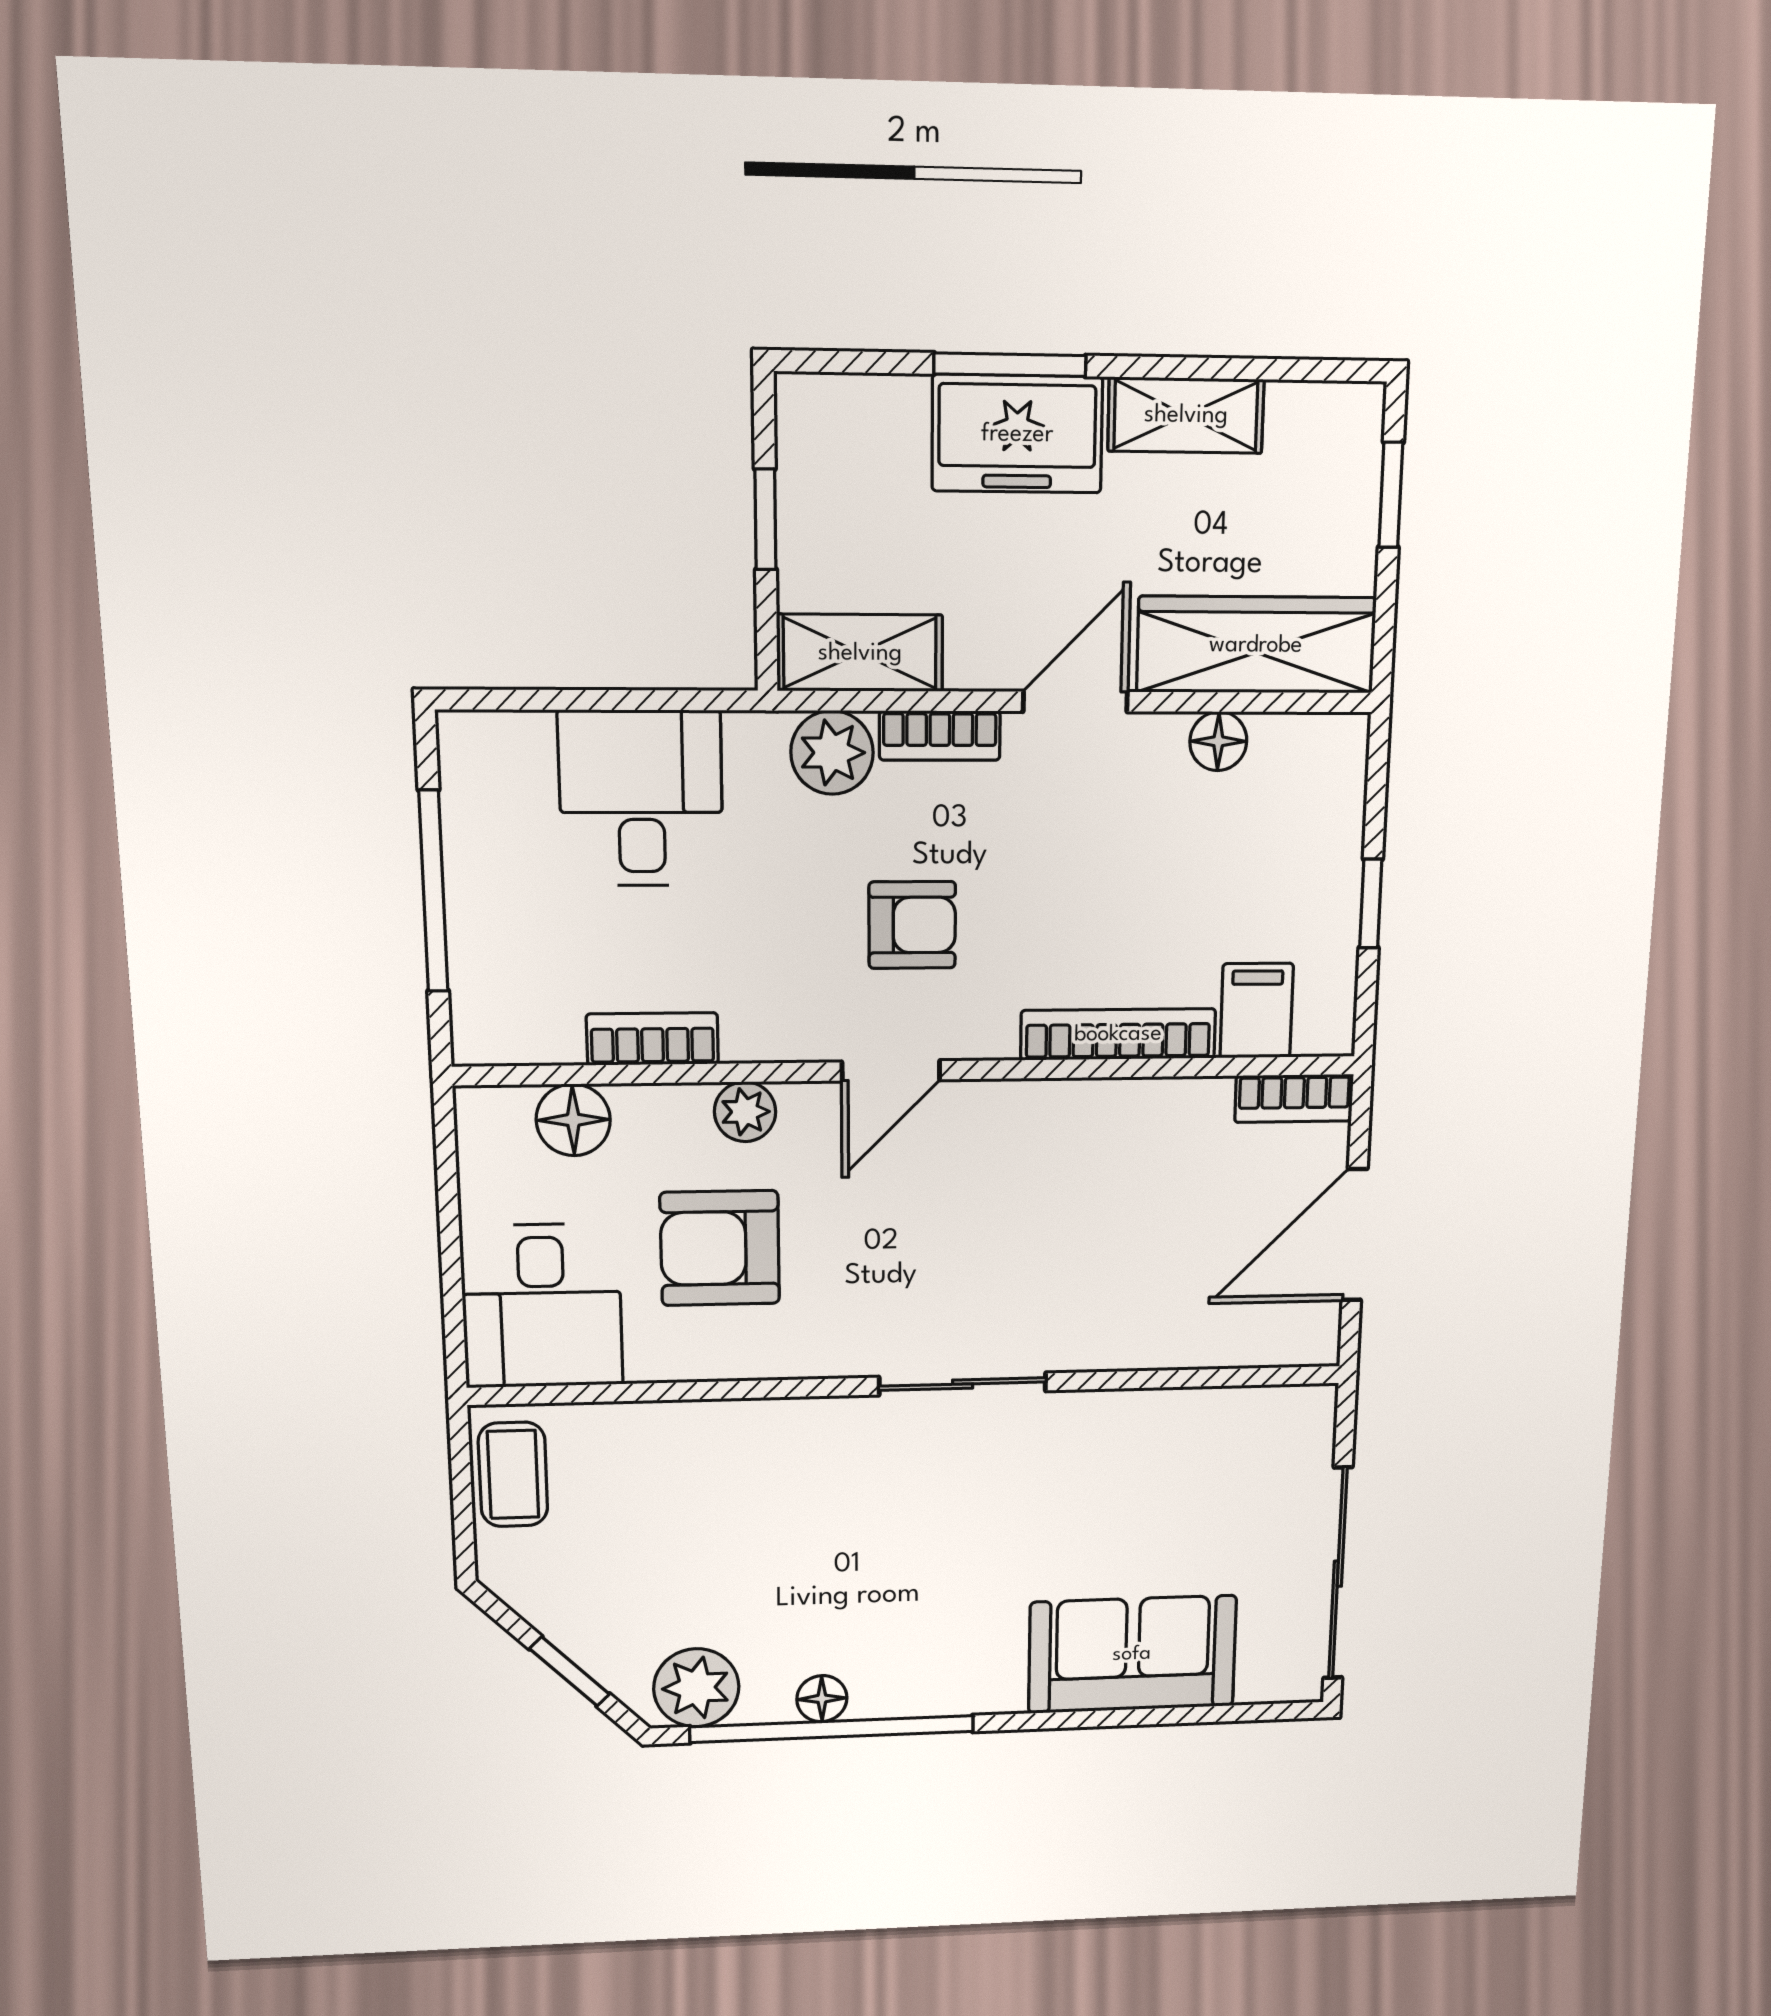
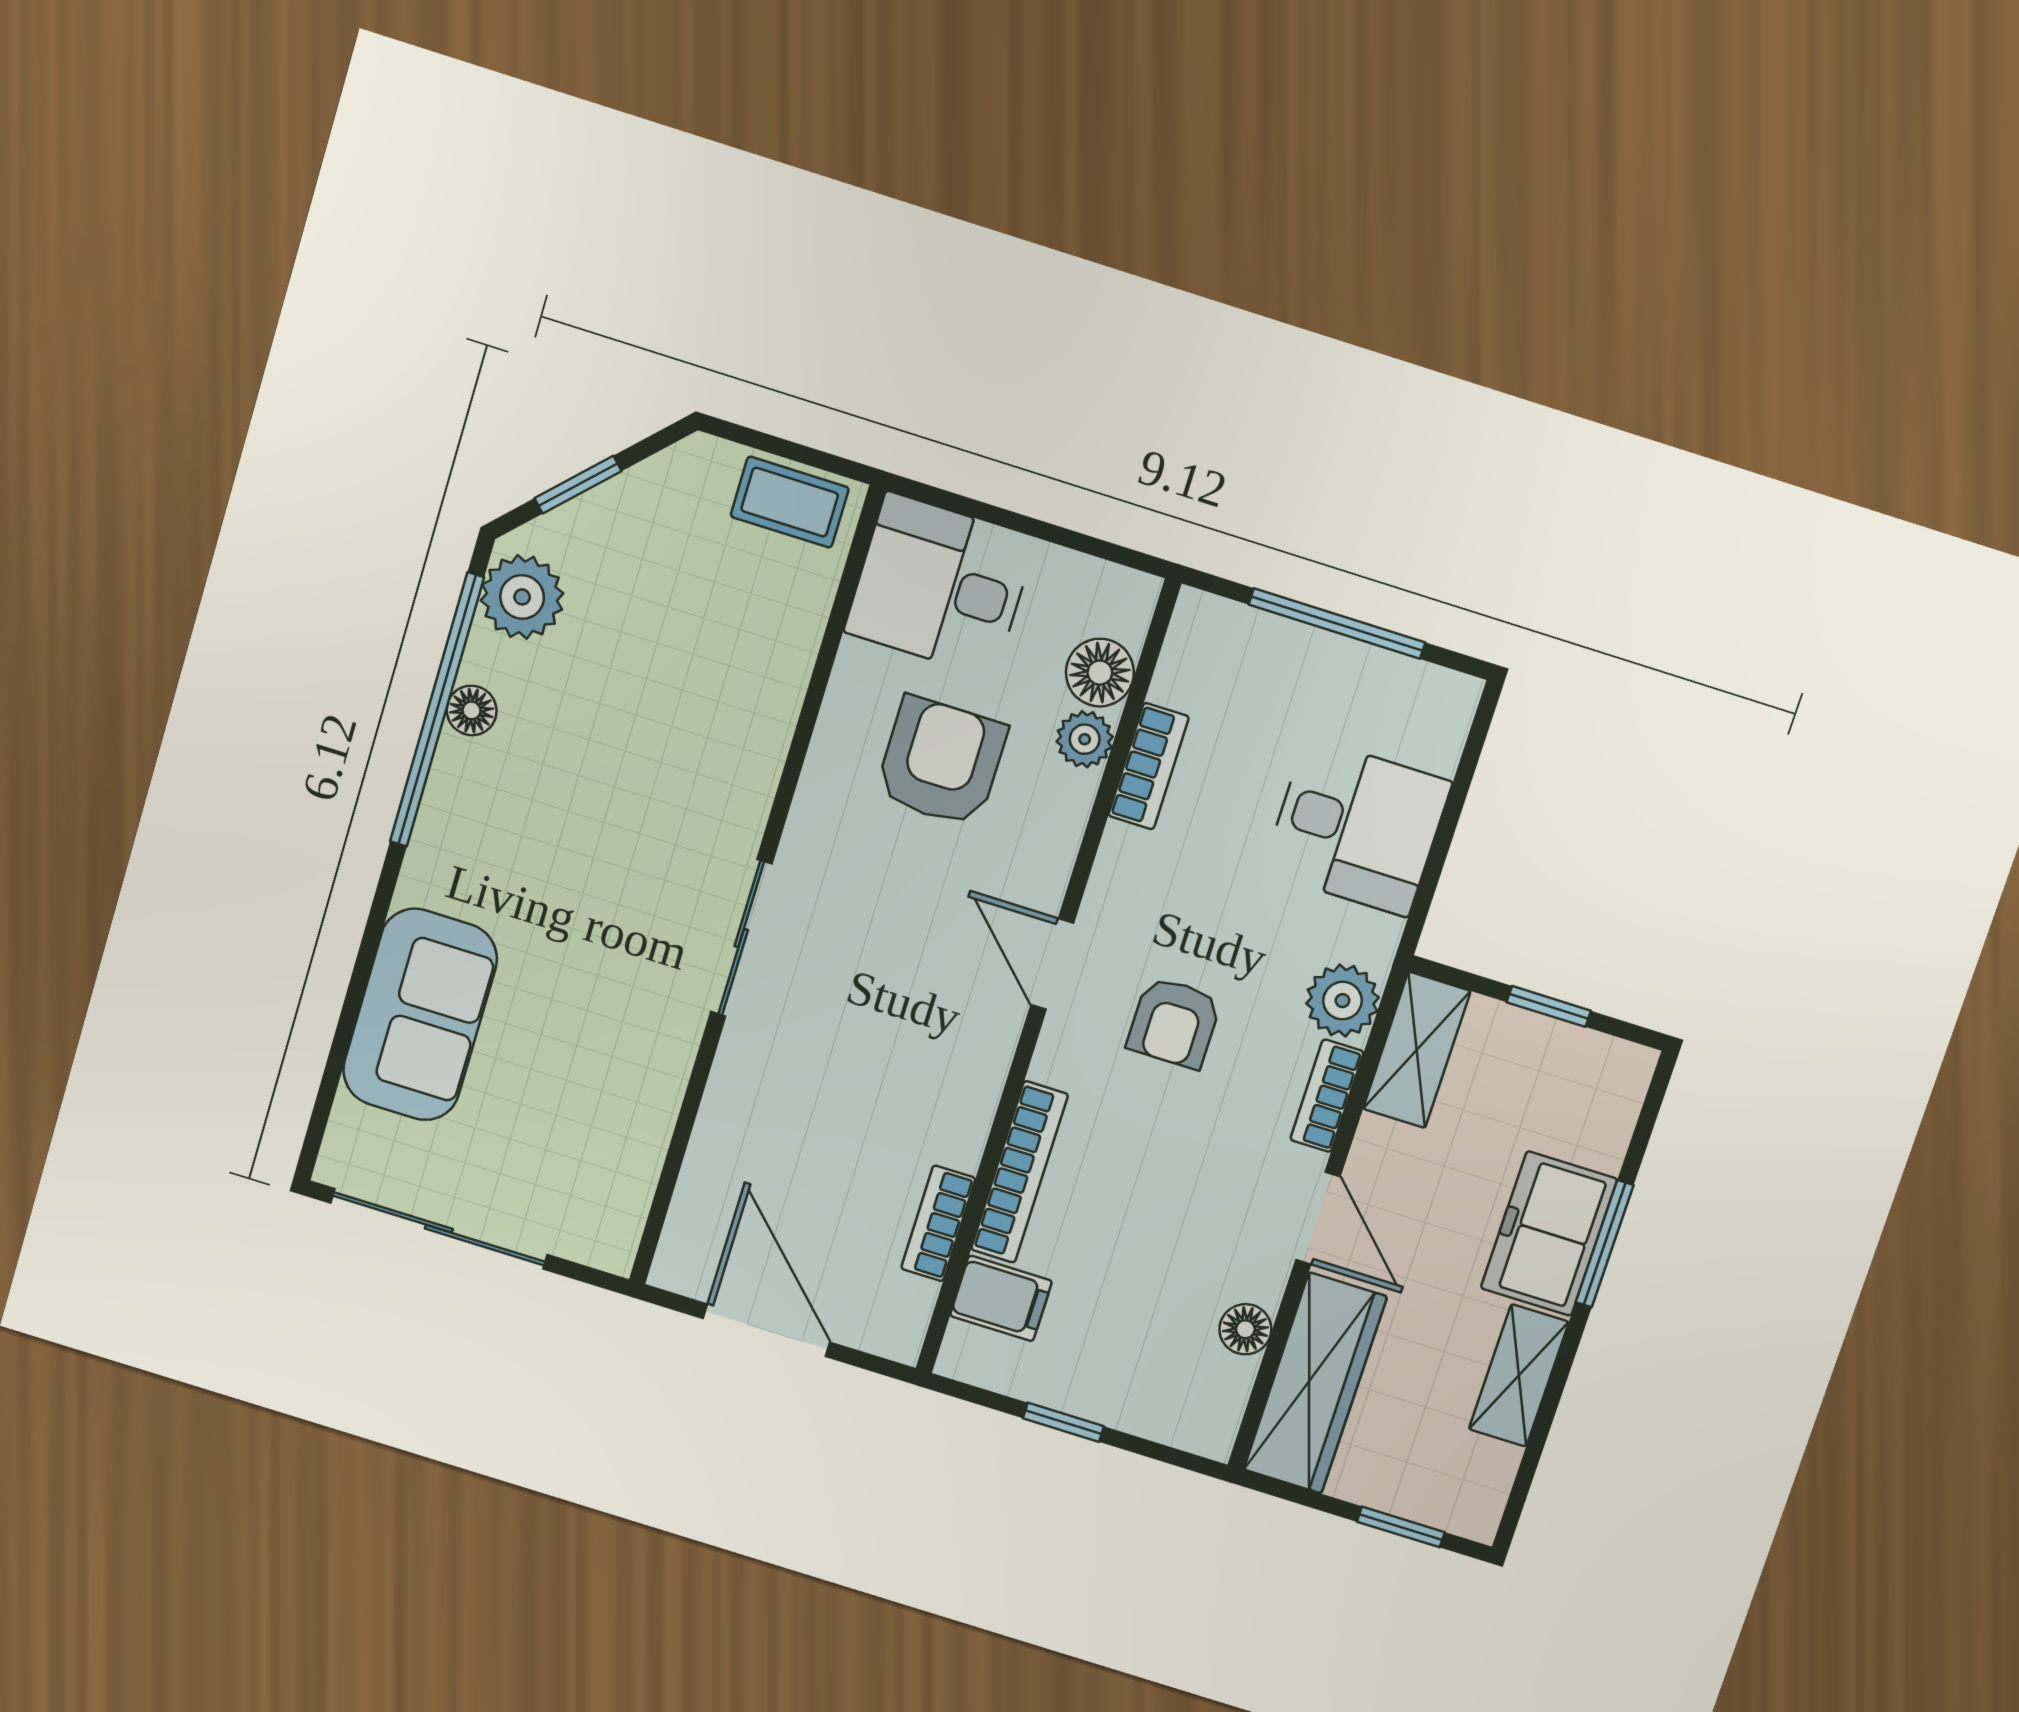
bookcase: (1294, 1098) -> (938, 1223), moved
plant: (745, 1112) -> (1085, 739), moved

